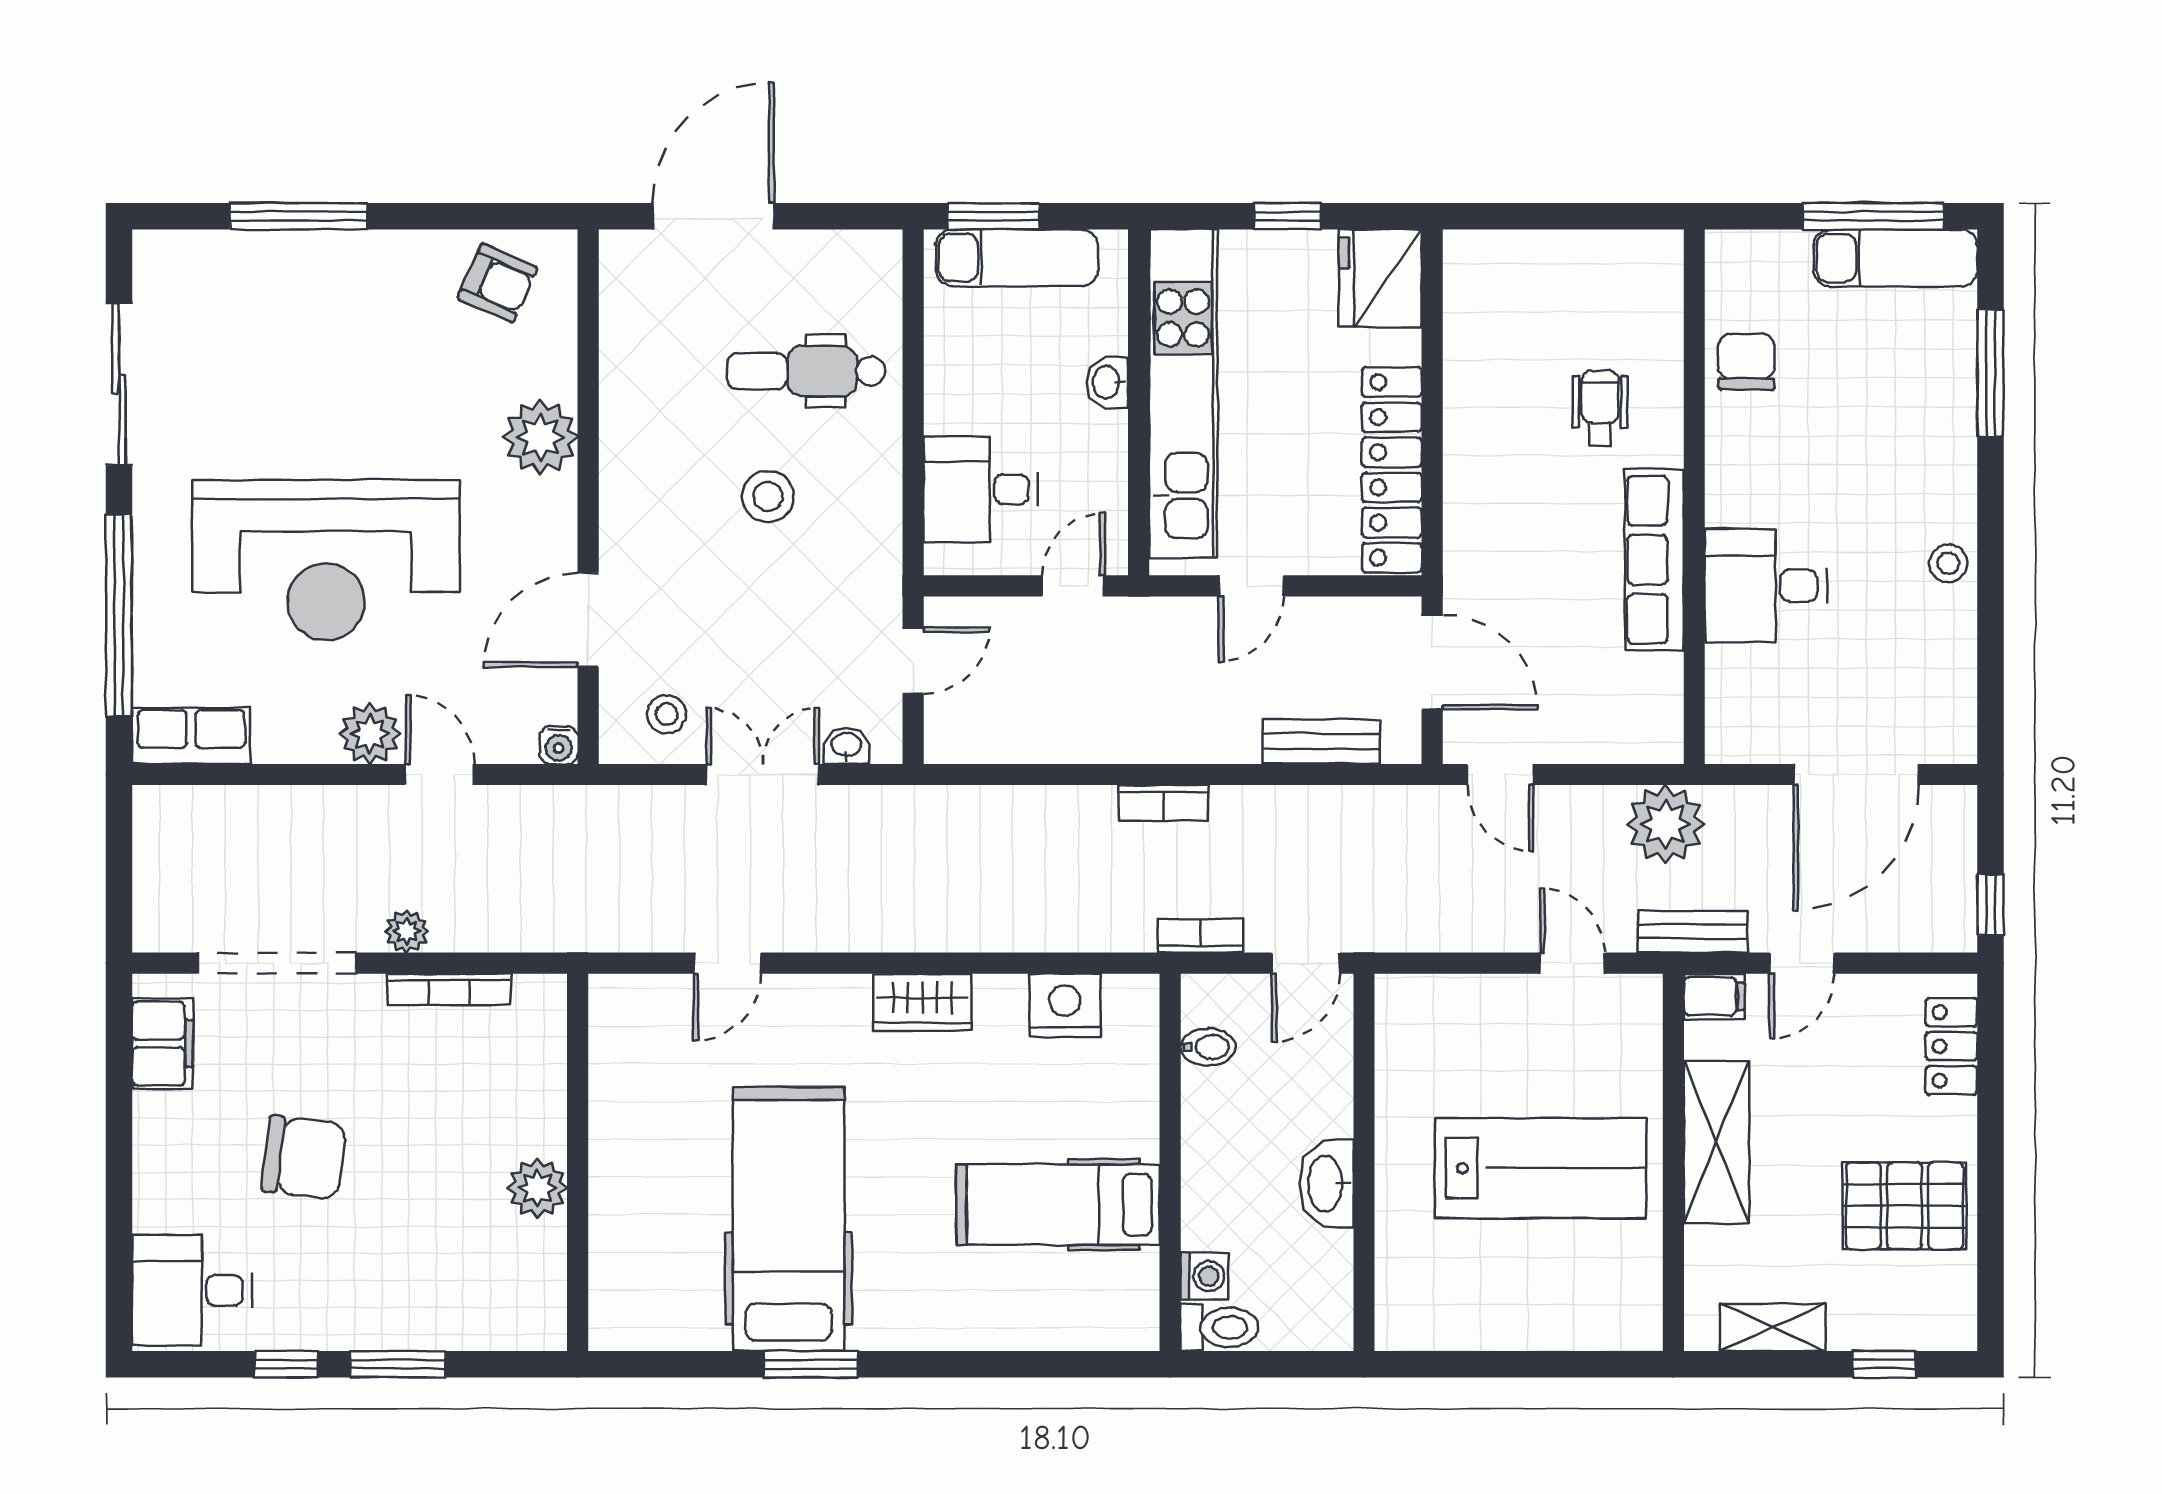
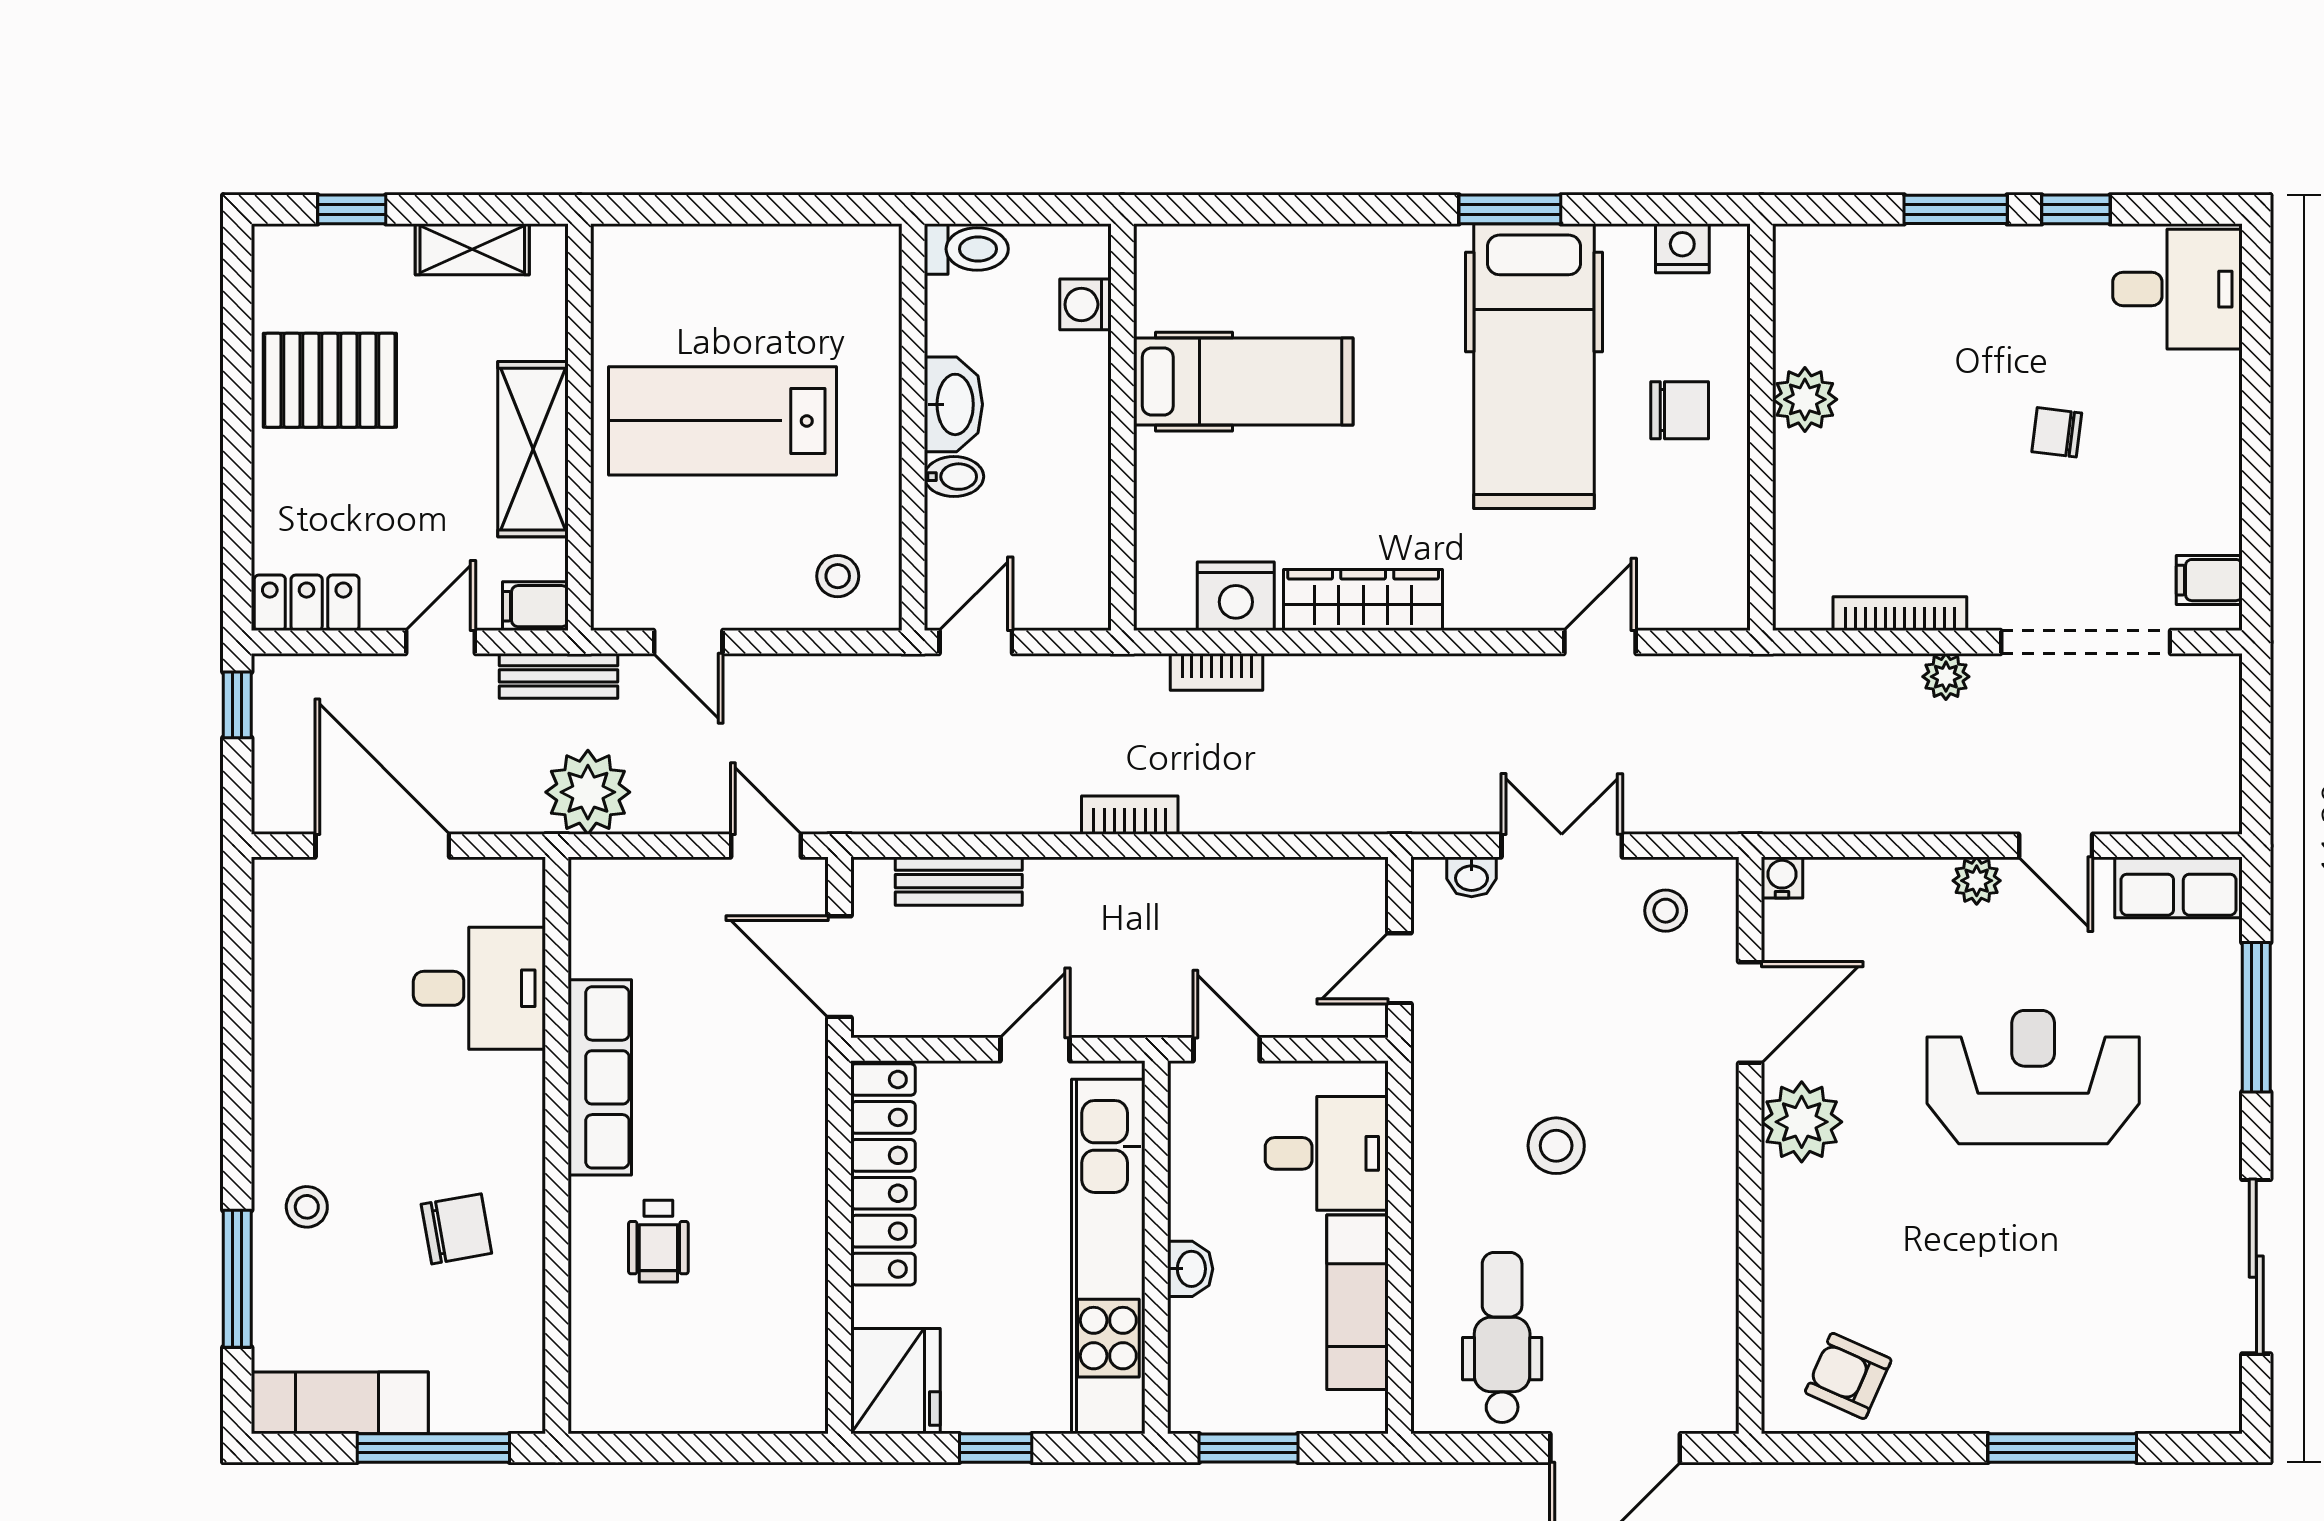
window: (994, 216) -> (1249, 1448), moved
window: (1874, 216) -> (433, 1448), moved
exam couch: (1017, 258) -> (1358, 1302), moved, turned -90
chair: (1746, 362) -> (456, 1229), moved, turned -100
dental chair: (806, 371) -> (1502, 1337), moved, turned -90
plant: (540, 437) -> (1802, 1122), moved
reception desk: (326, 560) -> (2033, 1077), width x0.74, depth x0.77
stool: (1948, 563) -> (307, 1207), moved
door: (1073, 586) -> (1227, 1049), swing flipped
desk: (1766, 586) -> (479, 988), moved
window: (119, 615) -> (2256, 1017), width x0.68
plant: (370, 734) -> (1977, 881), width x0.73, depth x0.73
door: (440, 774) -> (2056, 846), moved
double door: (763, 774) -> (1562, 846), swing flipped
door: (1856, 774) -> (382, 846), hinge flipped
bookcase: (1200, 936) -> (1217, 672), moved
wardrobe: (922, 1002) -> (1363, 600), width x1.50
stool: (1434, 1024) -> (838, 576), added
filing cabinet: (163, 1043) -> (2209, 580), width x0.50
locker: (1951, 1046) -> (307, 603), moved, turned -90
bidet: (1208, 1047) -> (954, 477), moved, turned 180
chair: (304, 1158) -> (2057, 432), width x0.54, depth x0.54
chair: (654, 1178) -> (1680, 410), added
nightstand: (651, 1328) -> (1682, 248), added
toilet: (1219, 1328) -> (966, 249), moved, turned 180

